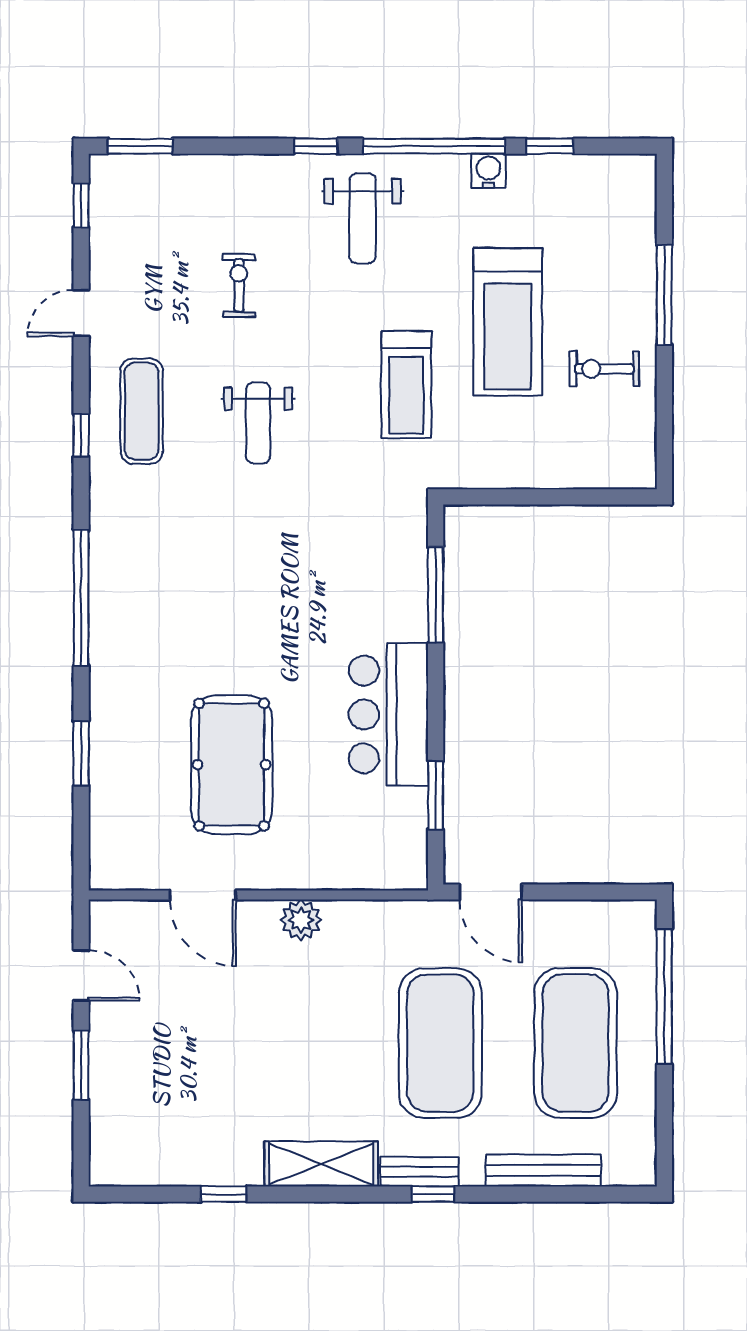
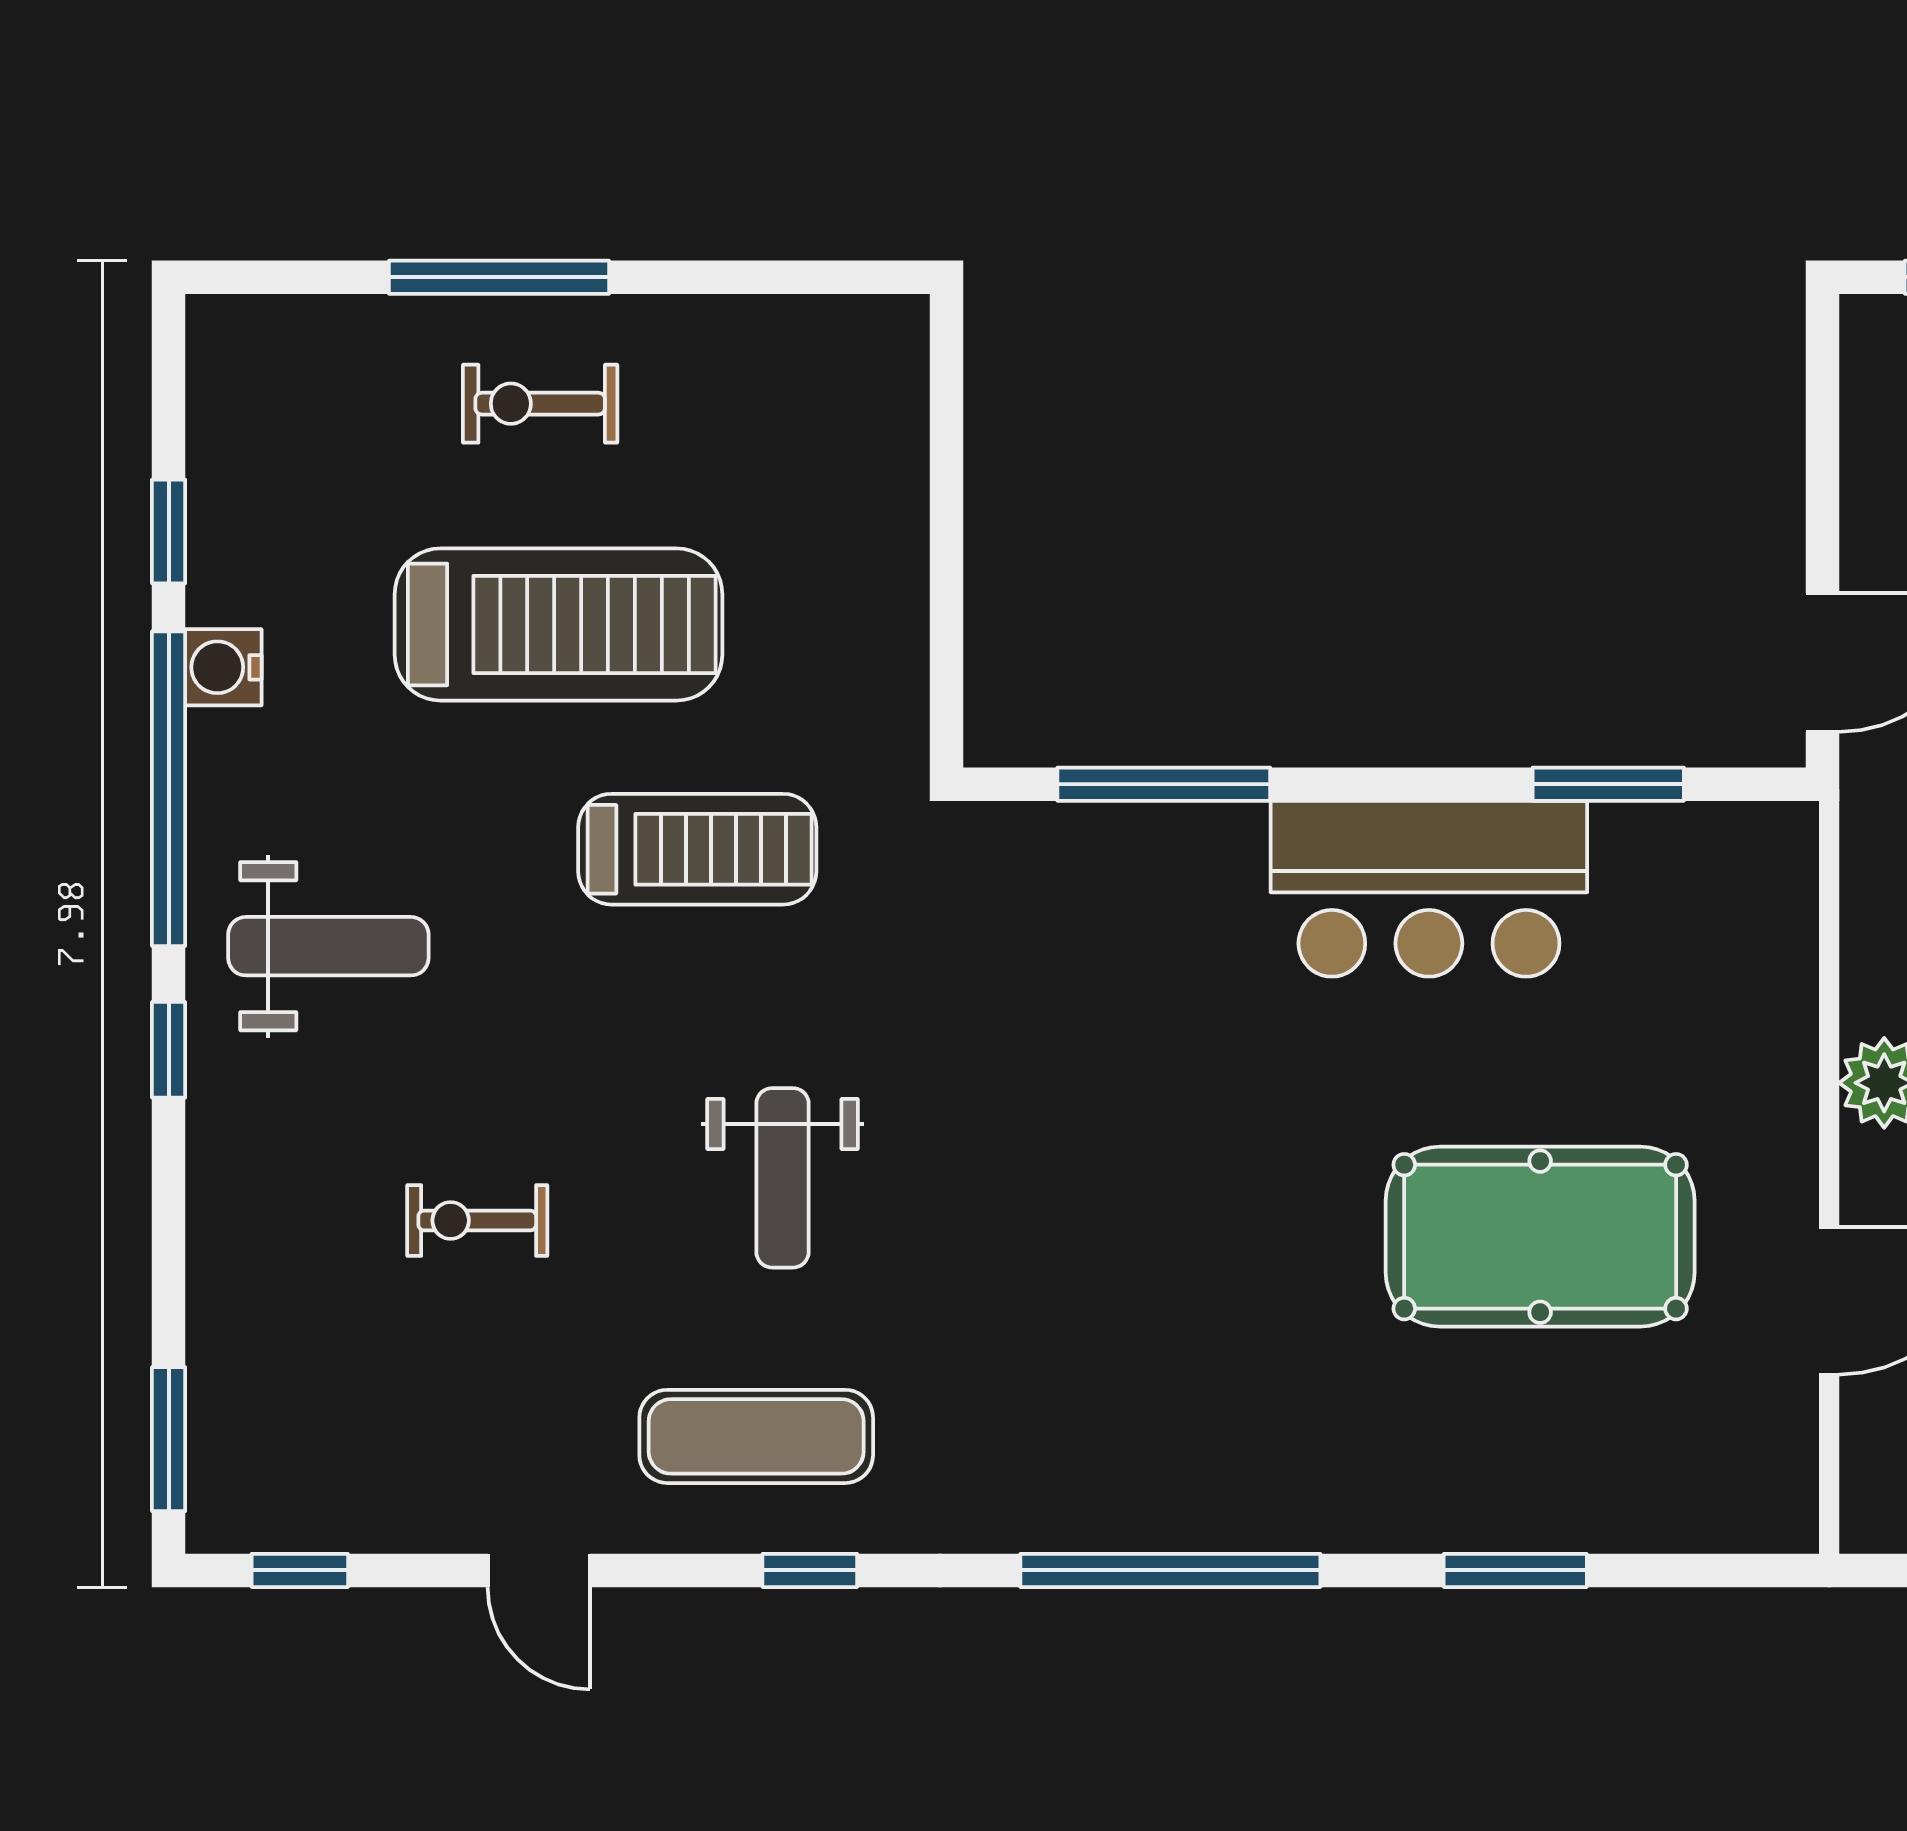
exercise bike: (604, 369) -> (540, 404), moved, turned 90
weight bench: (258, 423) -> (783, 1178), turned 90

